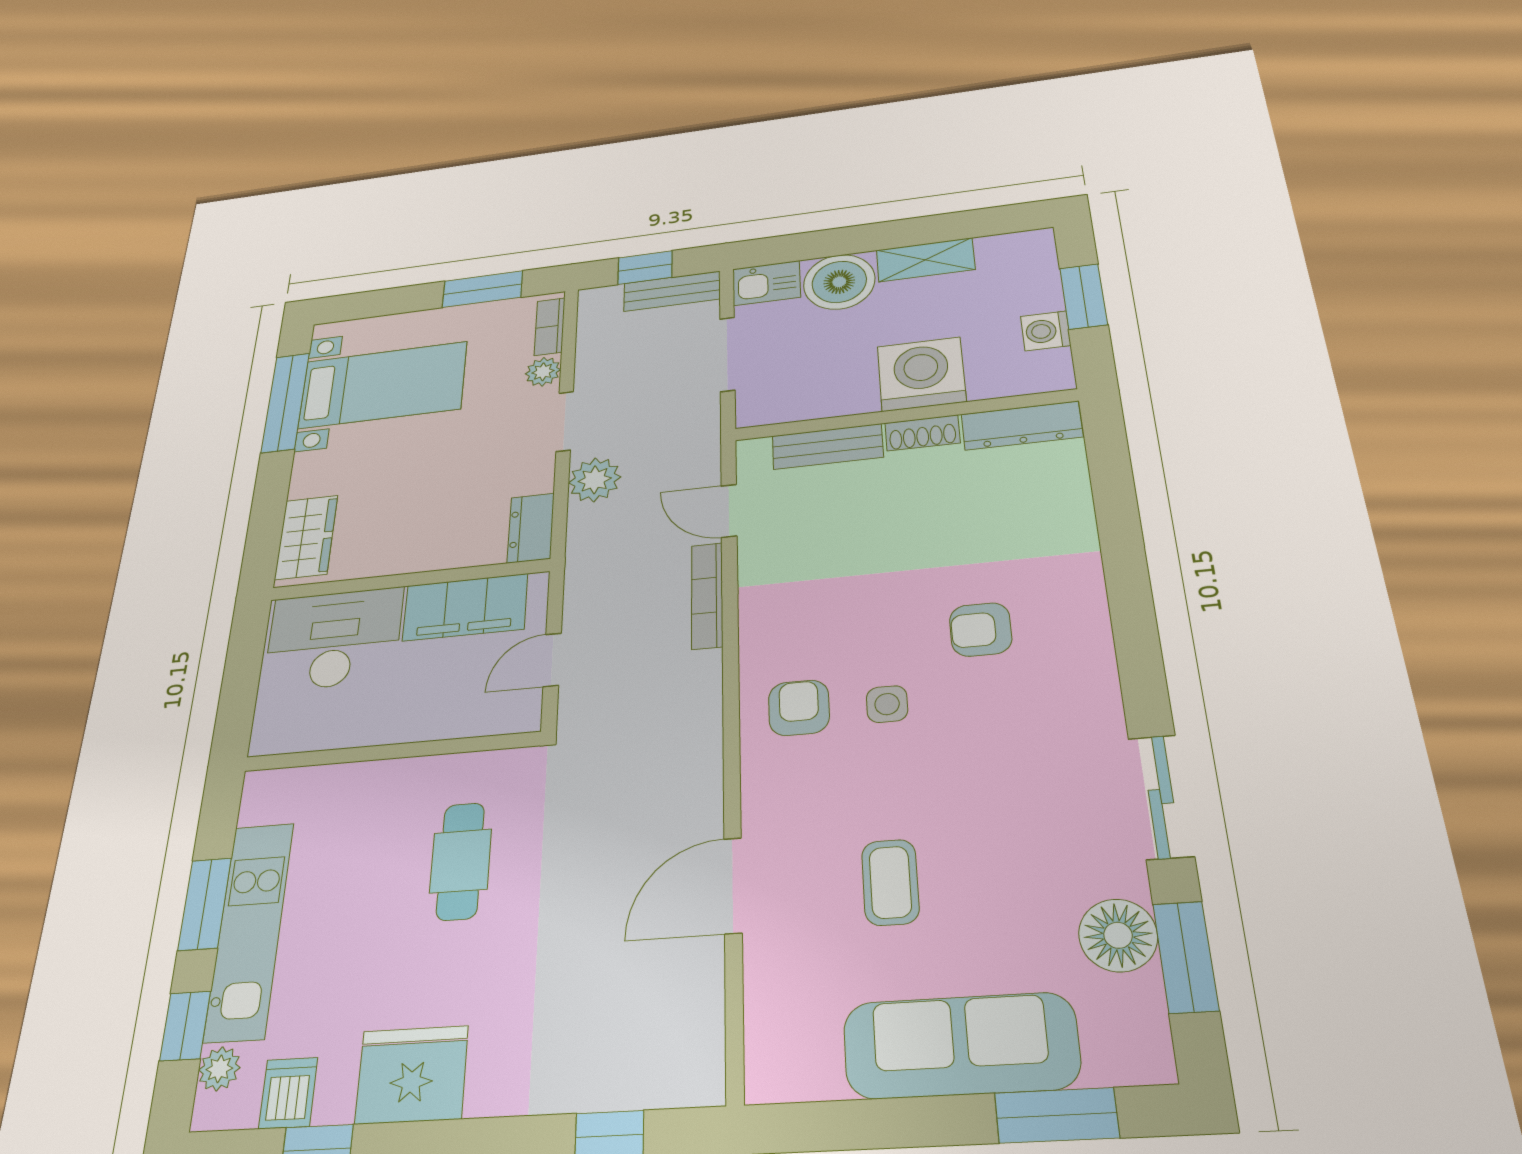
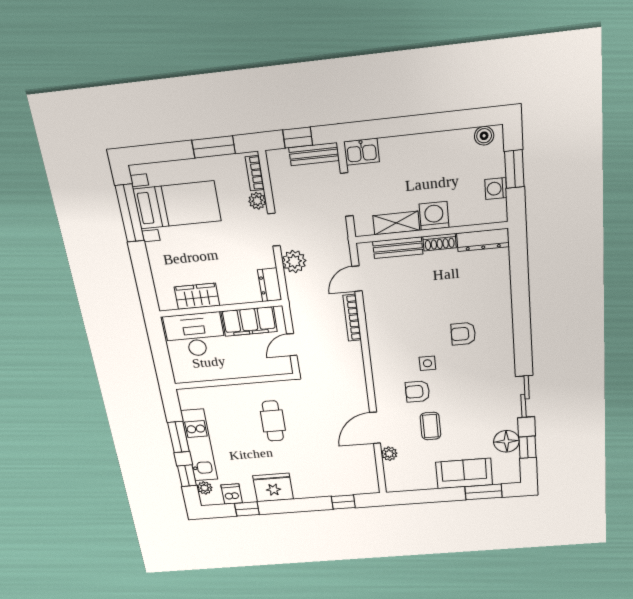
shelving: (925, 260) -> (396, 223), moved
boiler: (839, 282) -> (484, 136), moved, width x0.54, depth x0.54
washing machine: (921, 374) -> (434, 216), width x0.73, depth x0.73
door: (729, 511) -> (357, 279), hinge flipped
wardrobe: (306, 537) -> (197, 296), moved, turned -90
armchair: (799, 708) -> (418, 392), moved, turned -90
window: (1186, 957) -> (527, 447), width x0.67
plant: (766, 969) -> (389, 454), added
sofa: (960, 1045) -> (464, 473), width x0.73

